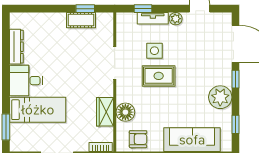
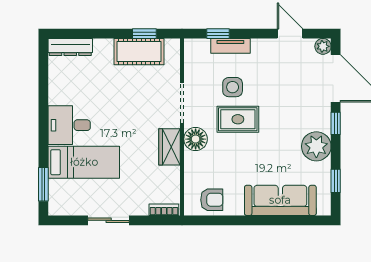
plant: (176, 19) -> (323, 46), moved
cot: (81, 20) -> (139, 52), width x1.37, depth x1.34
dresser: (16, 47) -> (70, 47), moved, turned 90
wardrobe: (105, 112) -> (169, 147), moved
floor lamp: (125, 112) -> (196, 139), moved

